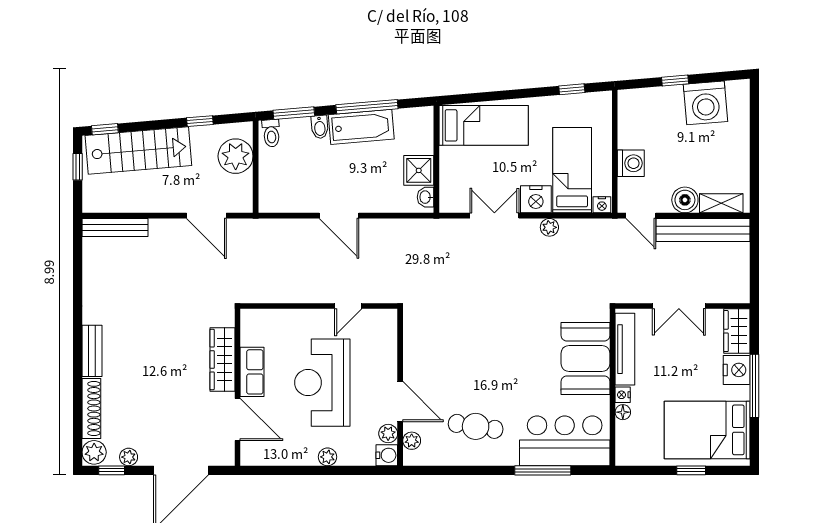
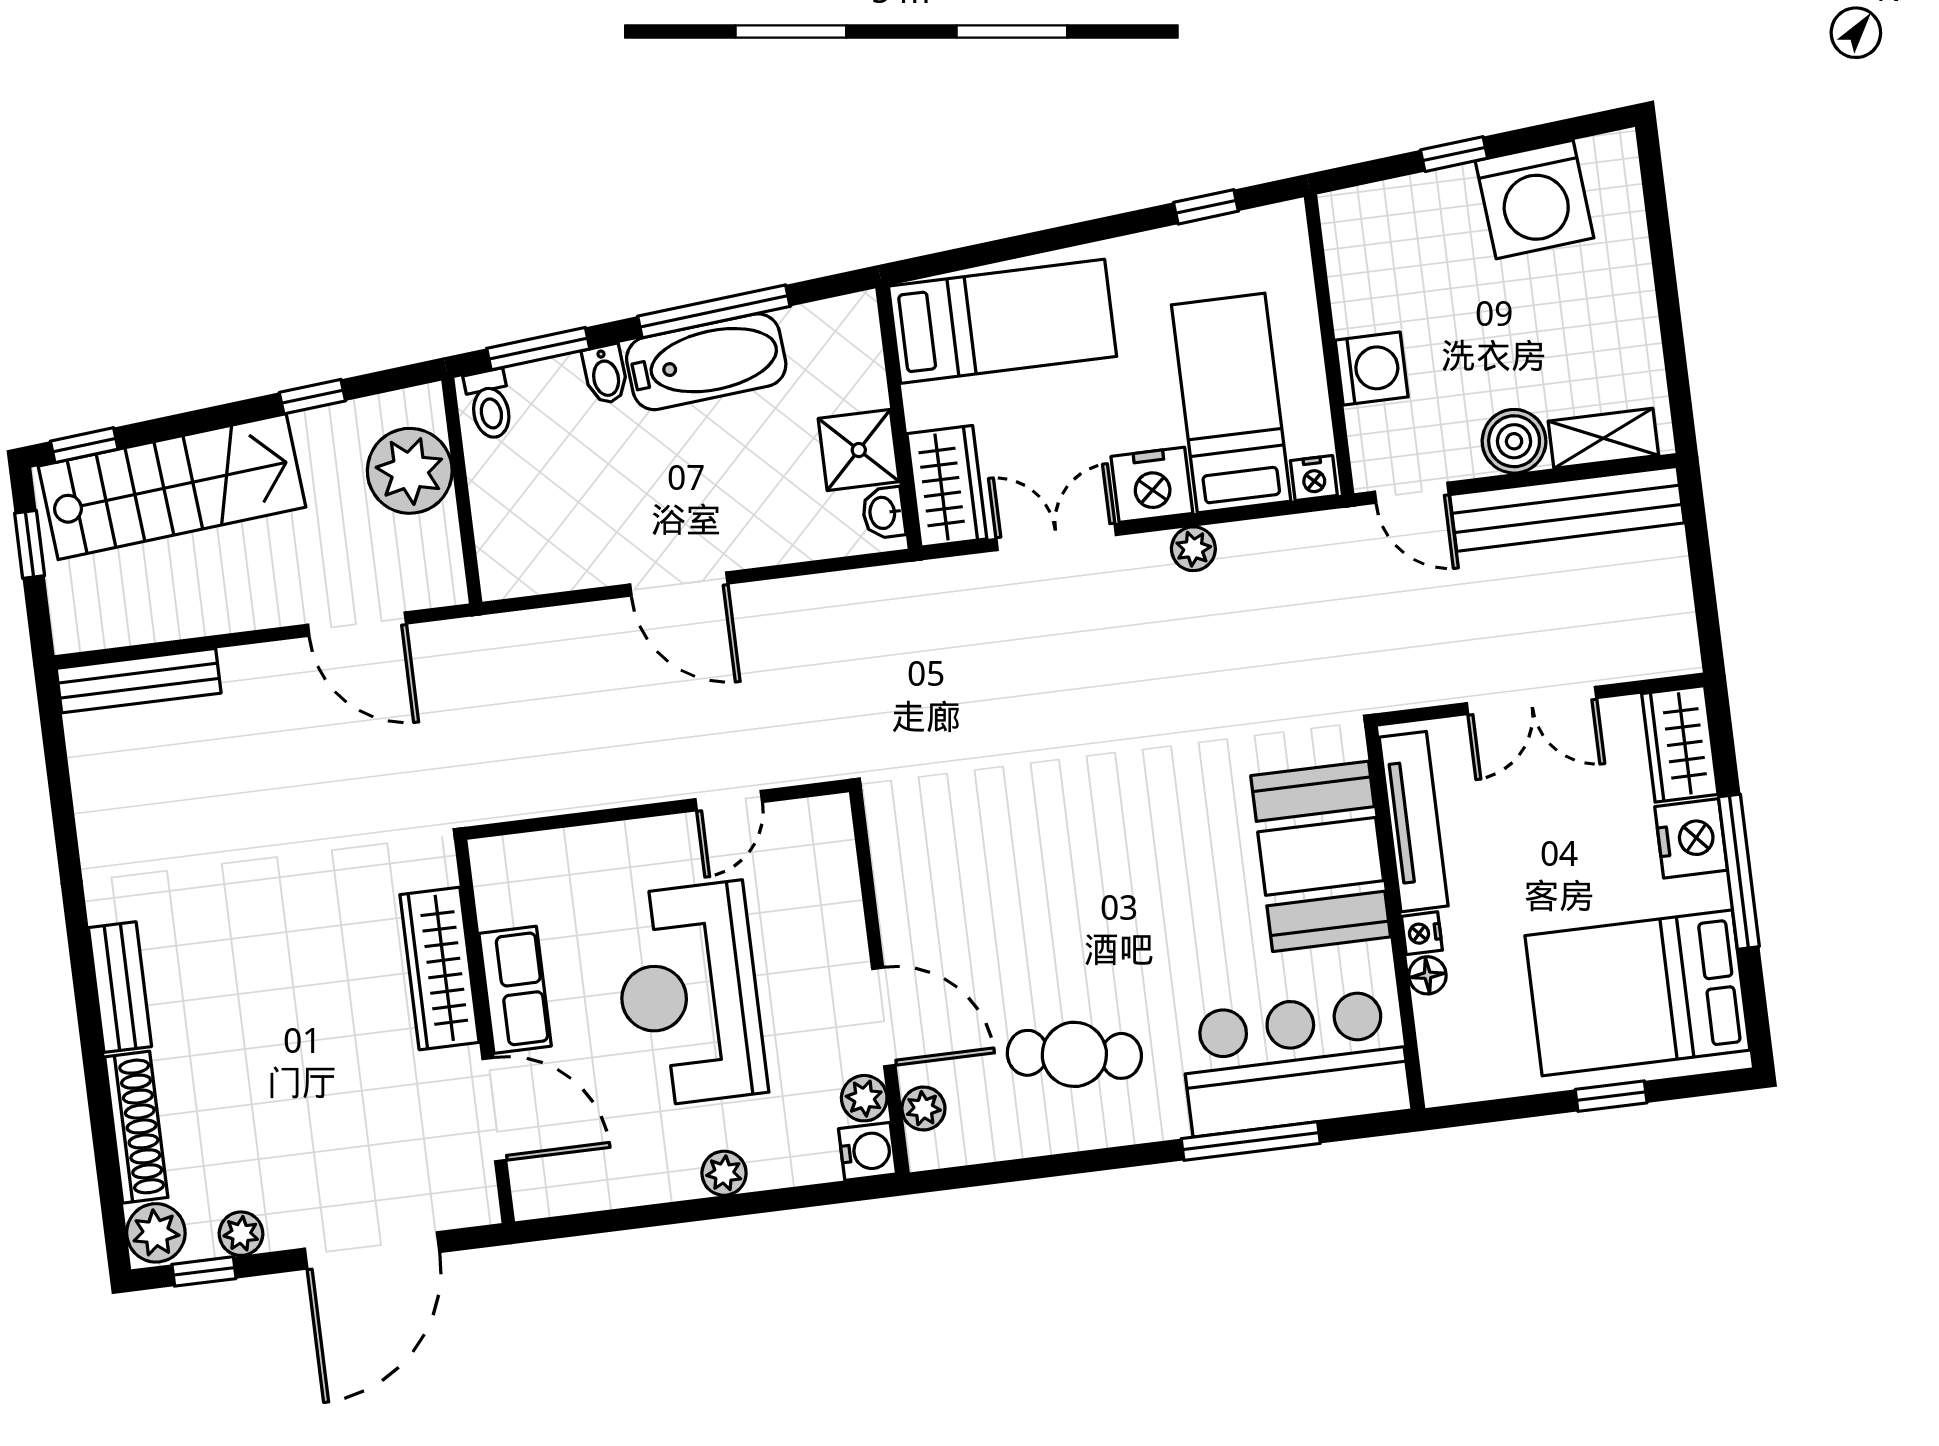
wardrobe: (453, 190) -> (947, 486), added

